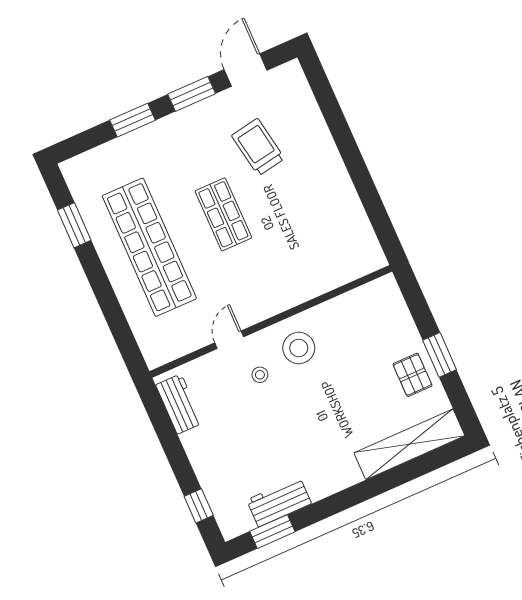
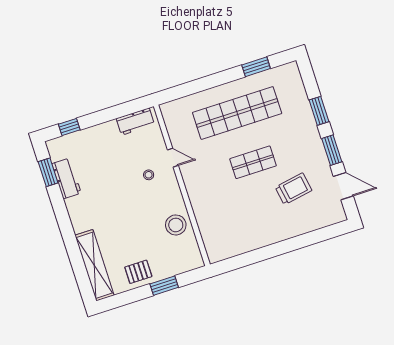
stool: (299, 348) -> (176, 225), moved
window: (440, 355) -> (164, 286), moved

